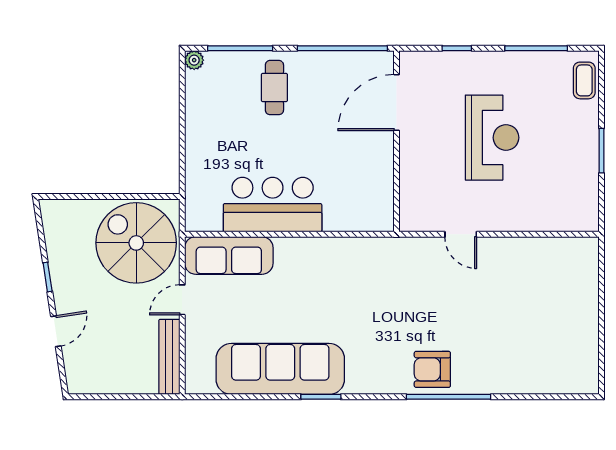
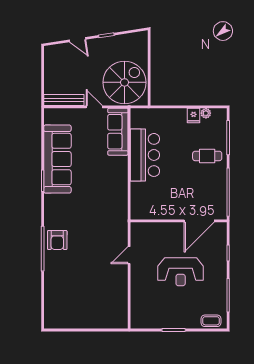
plant: (194, 60) -> (206, 113), moved
door: (397, 103) -> (199, 221), swing flipped
fridge: (198, 113) -> (194, 116), added
armchair: (432, 369) -> (57, 240), turned 180

